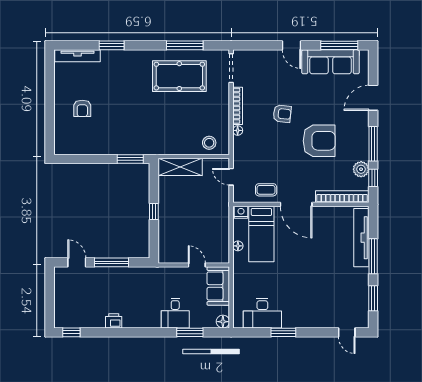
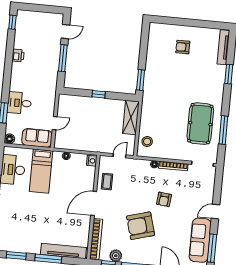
armchair: (319, 141) -> (141, 226), turned 74
bed: (261, 234) -> (41, 171), moved, turned -90

